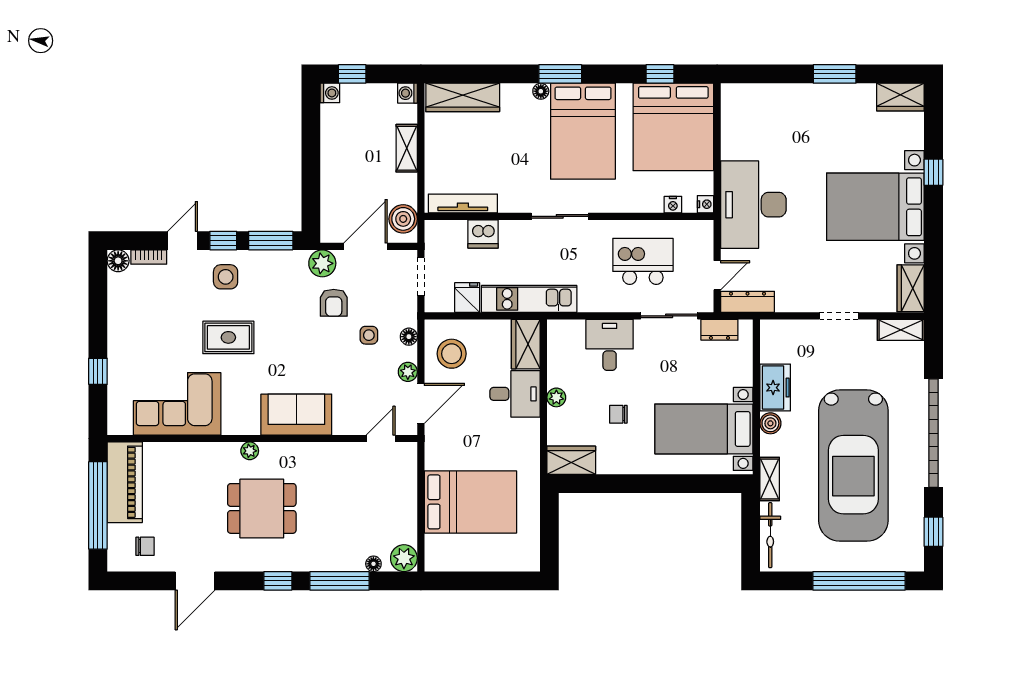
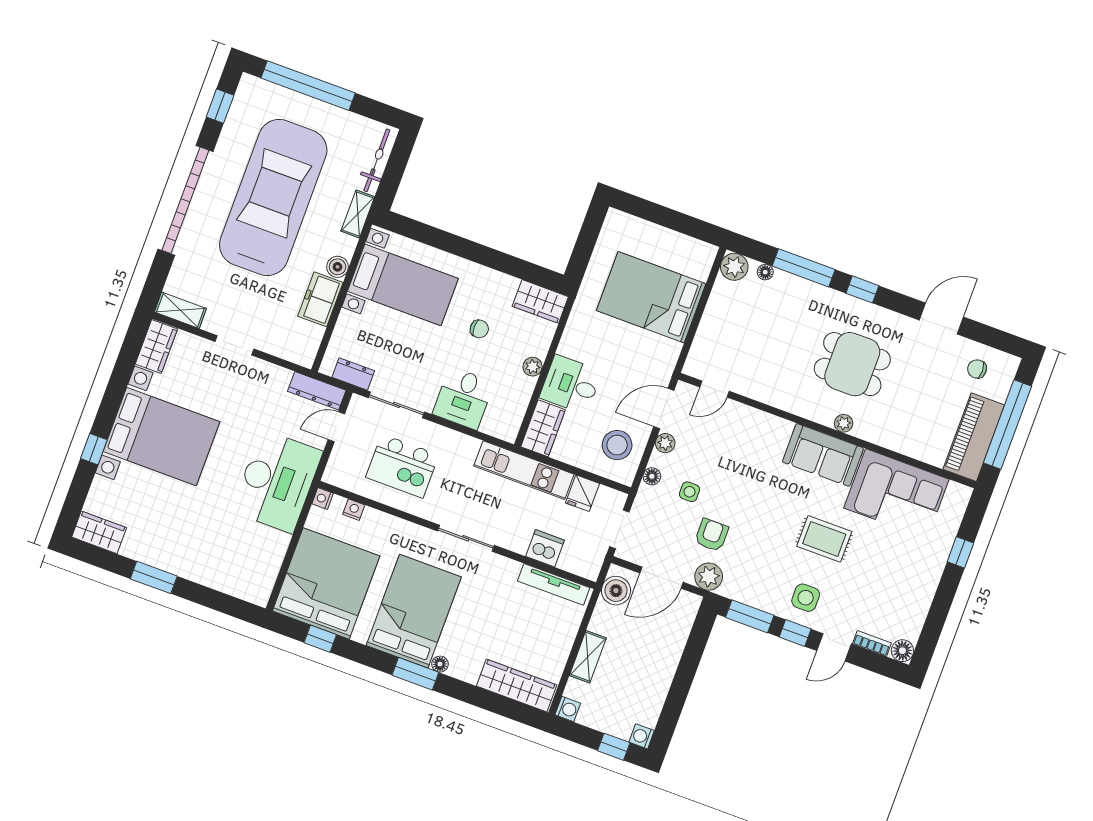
sofa: (296, 415) -> (823, 455), moved

